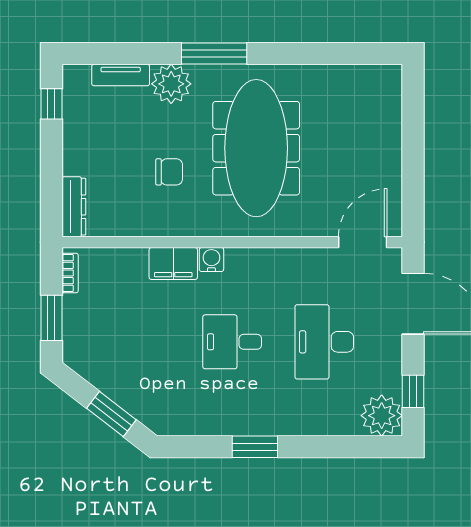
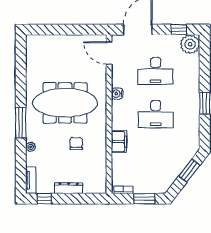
tv unit: (121, 75) -> (31, 180), moved
plant: (171, 84) -> (31, 147), width x0.53, depth x0.53
dresser: (74, 207) -> (69, 188), moved
water cooler: (211, 260) -> (117, 94), moved
desk: (232, 342) -> (156, 114), width x1.37

